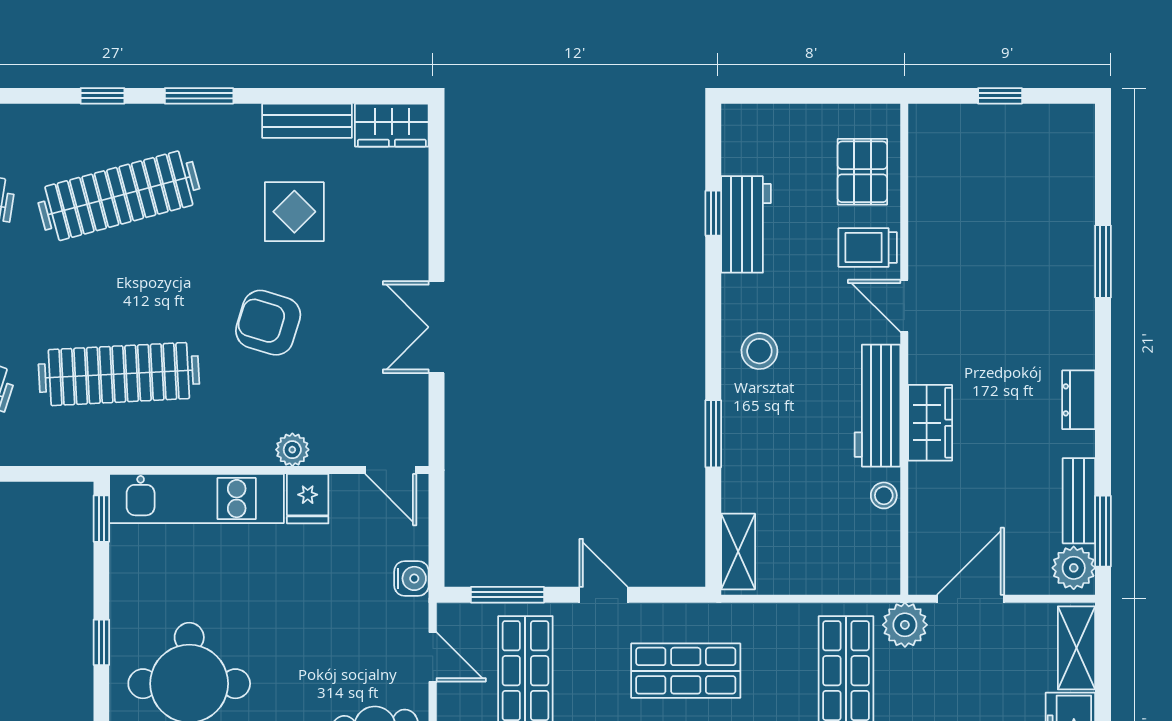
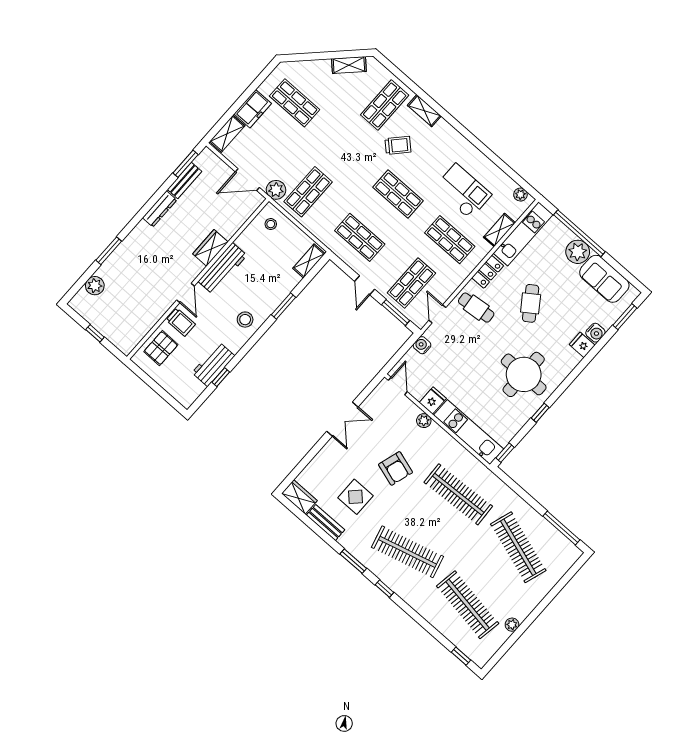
dresser: (1079, 400) -> (160, 209), width x1.44
stool: (884, 495) -> (271, 224), moved
plant: (1074, 568) -> (95, 286), moved

